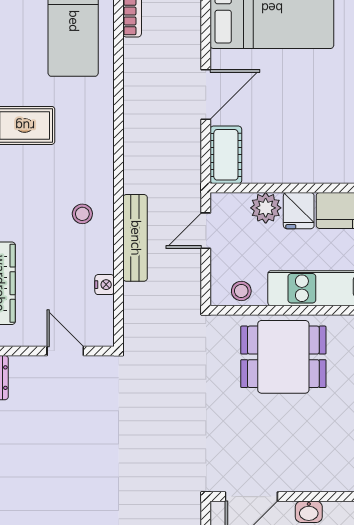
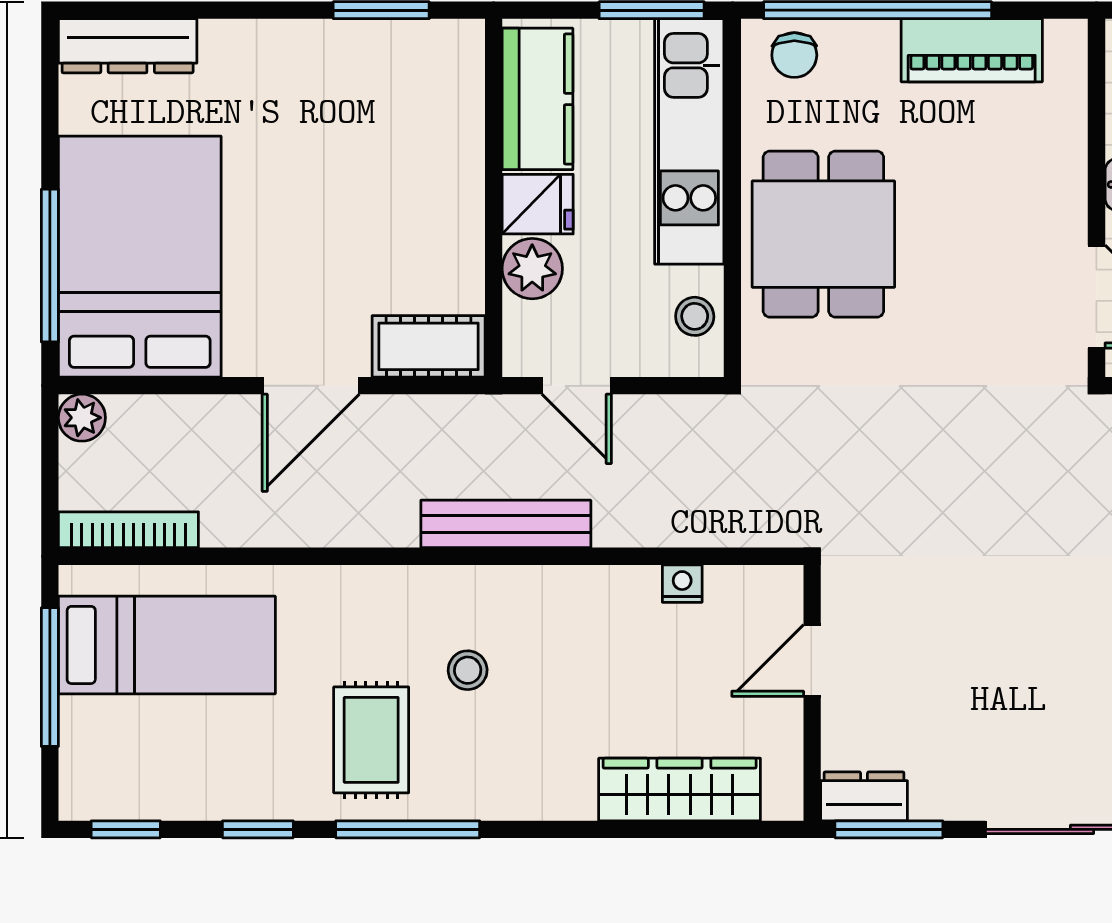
door: (206, 95) -> (311, 386), swing flipped
stool: (82, 214) -> (468, 670), moved
bench: (135, 238) -> (506, 524), moved

